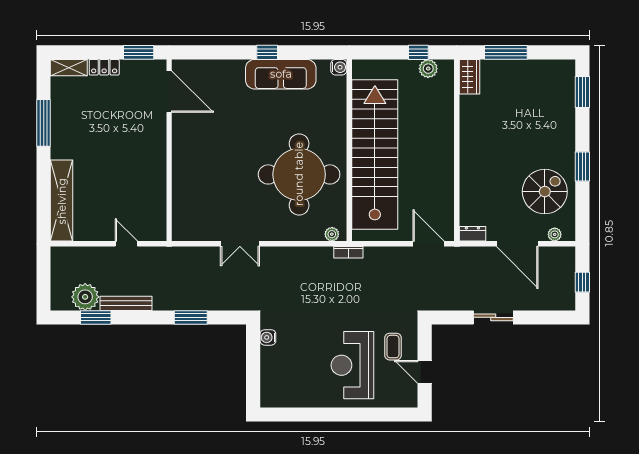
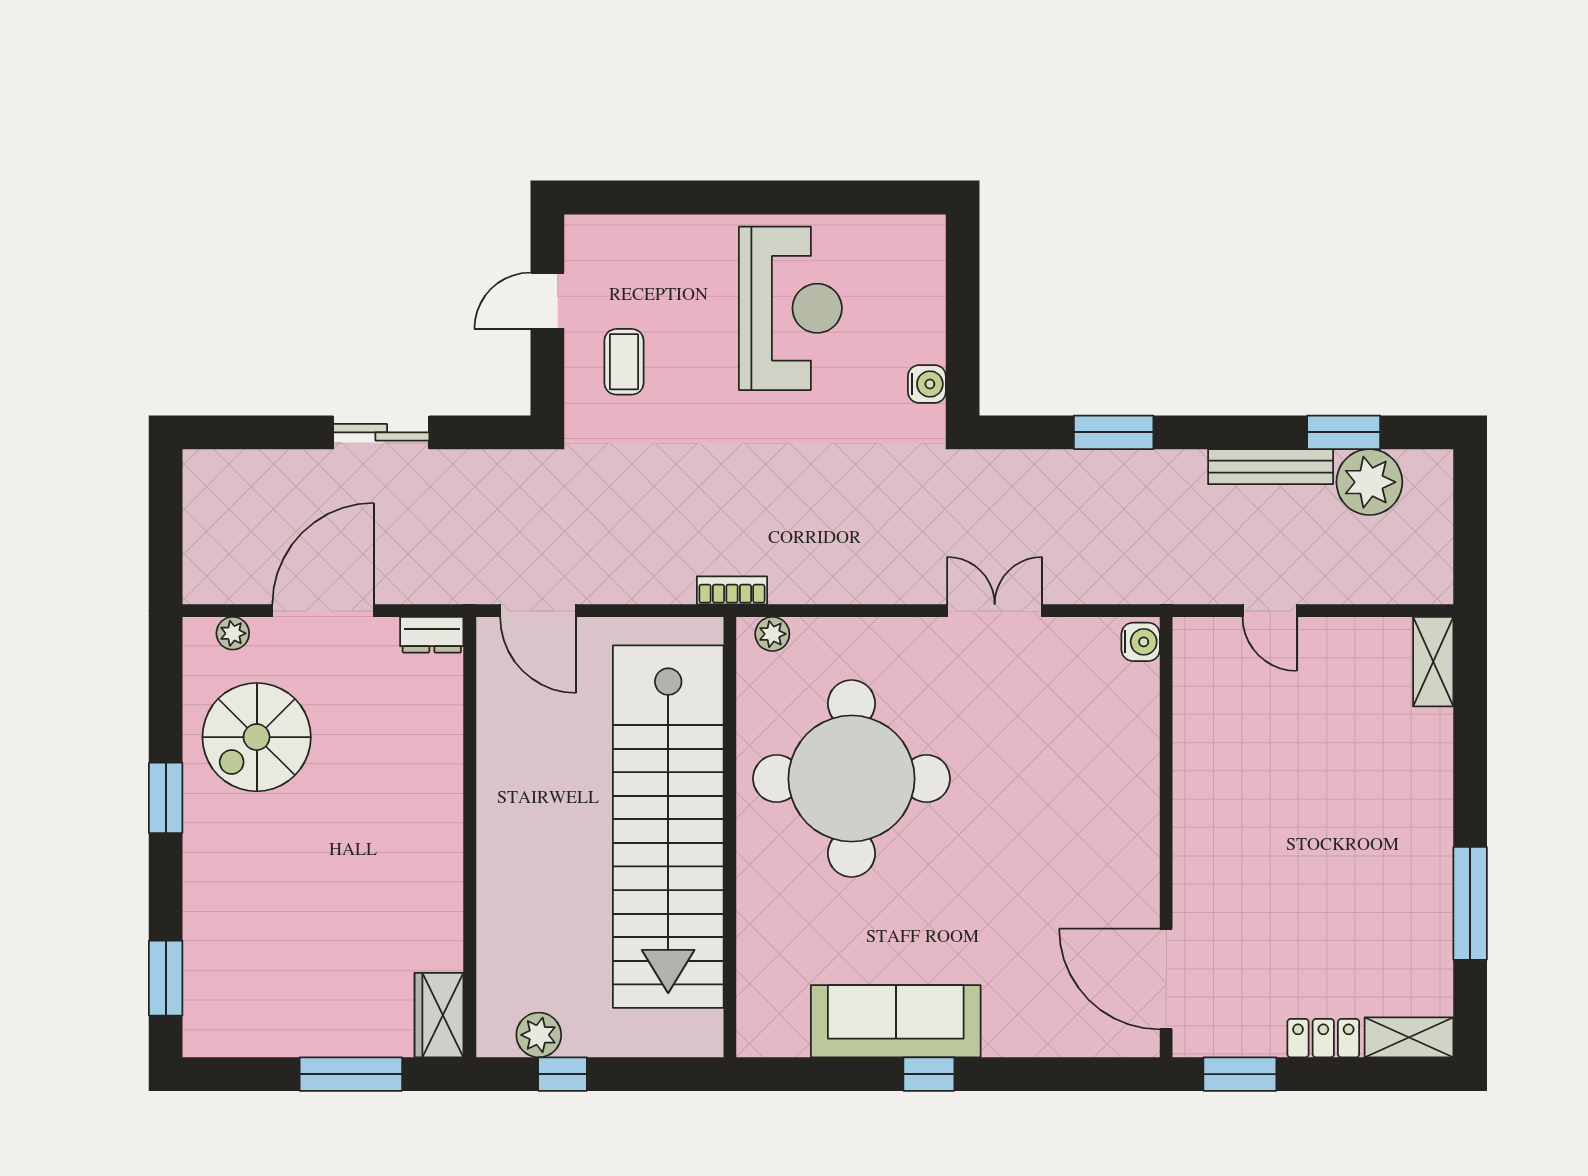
water cooler: (339, 67) -> (1141, 642), moved, turned 180
shelving: (62, 201) -> (1433, 662), width x0.45, depth x0.75
door: (517, 244) -> (323, 611), hinge flipped
window: (582, 282) -> (166, 518), removed
reception desk: (352, 365) -> (790, 308), moved
door: (425, 372) -> (547, 301), swing flipped

